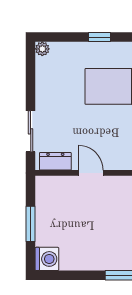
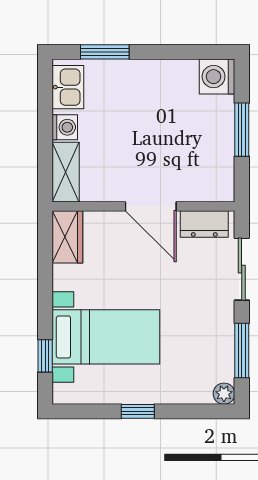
window: (31, 77) -> (242, 351), added
door: (91, 173) -> (151, 206), width x1.38

